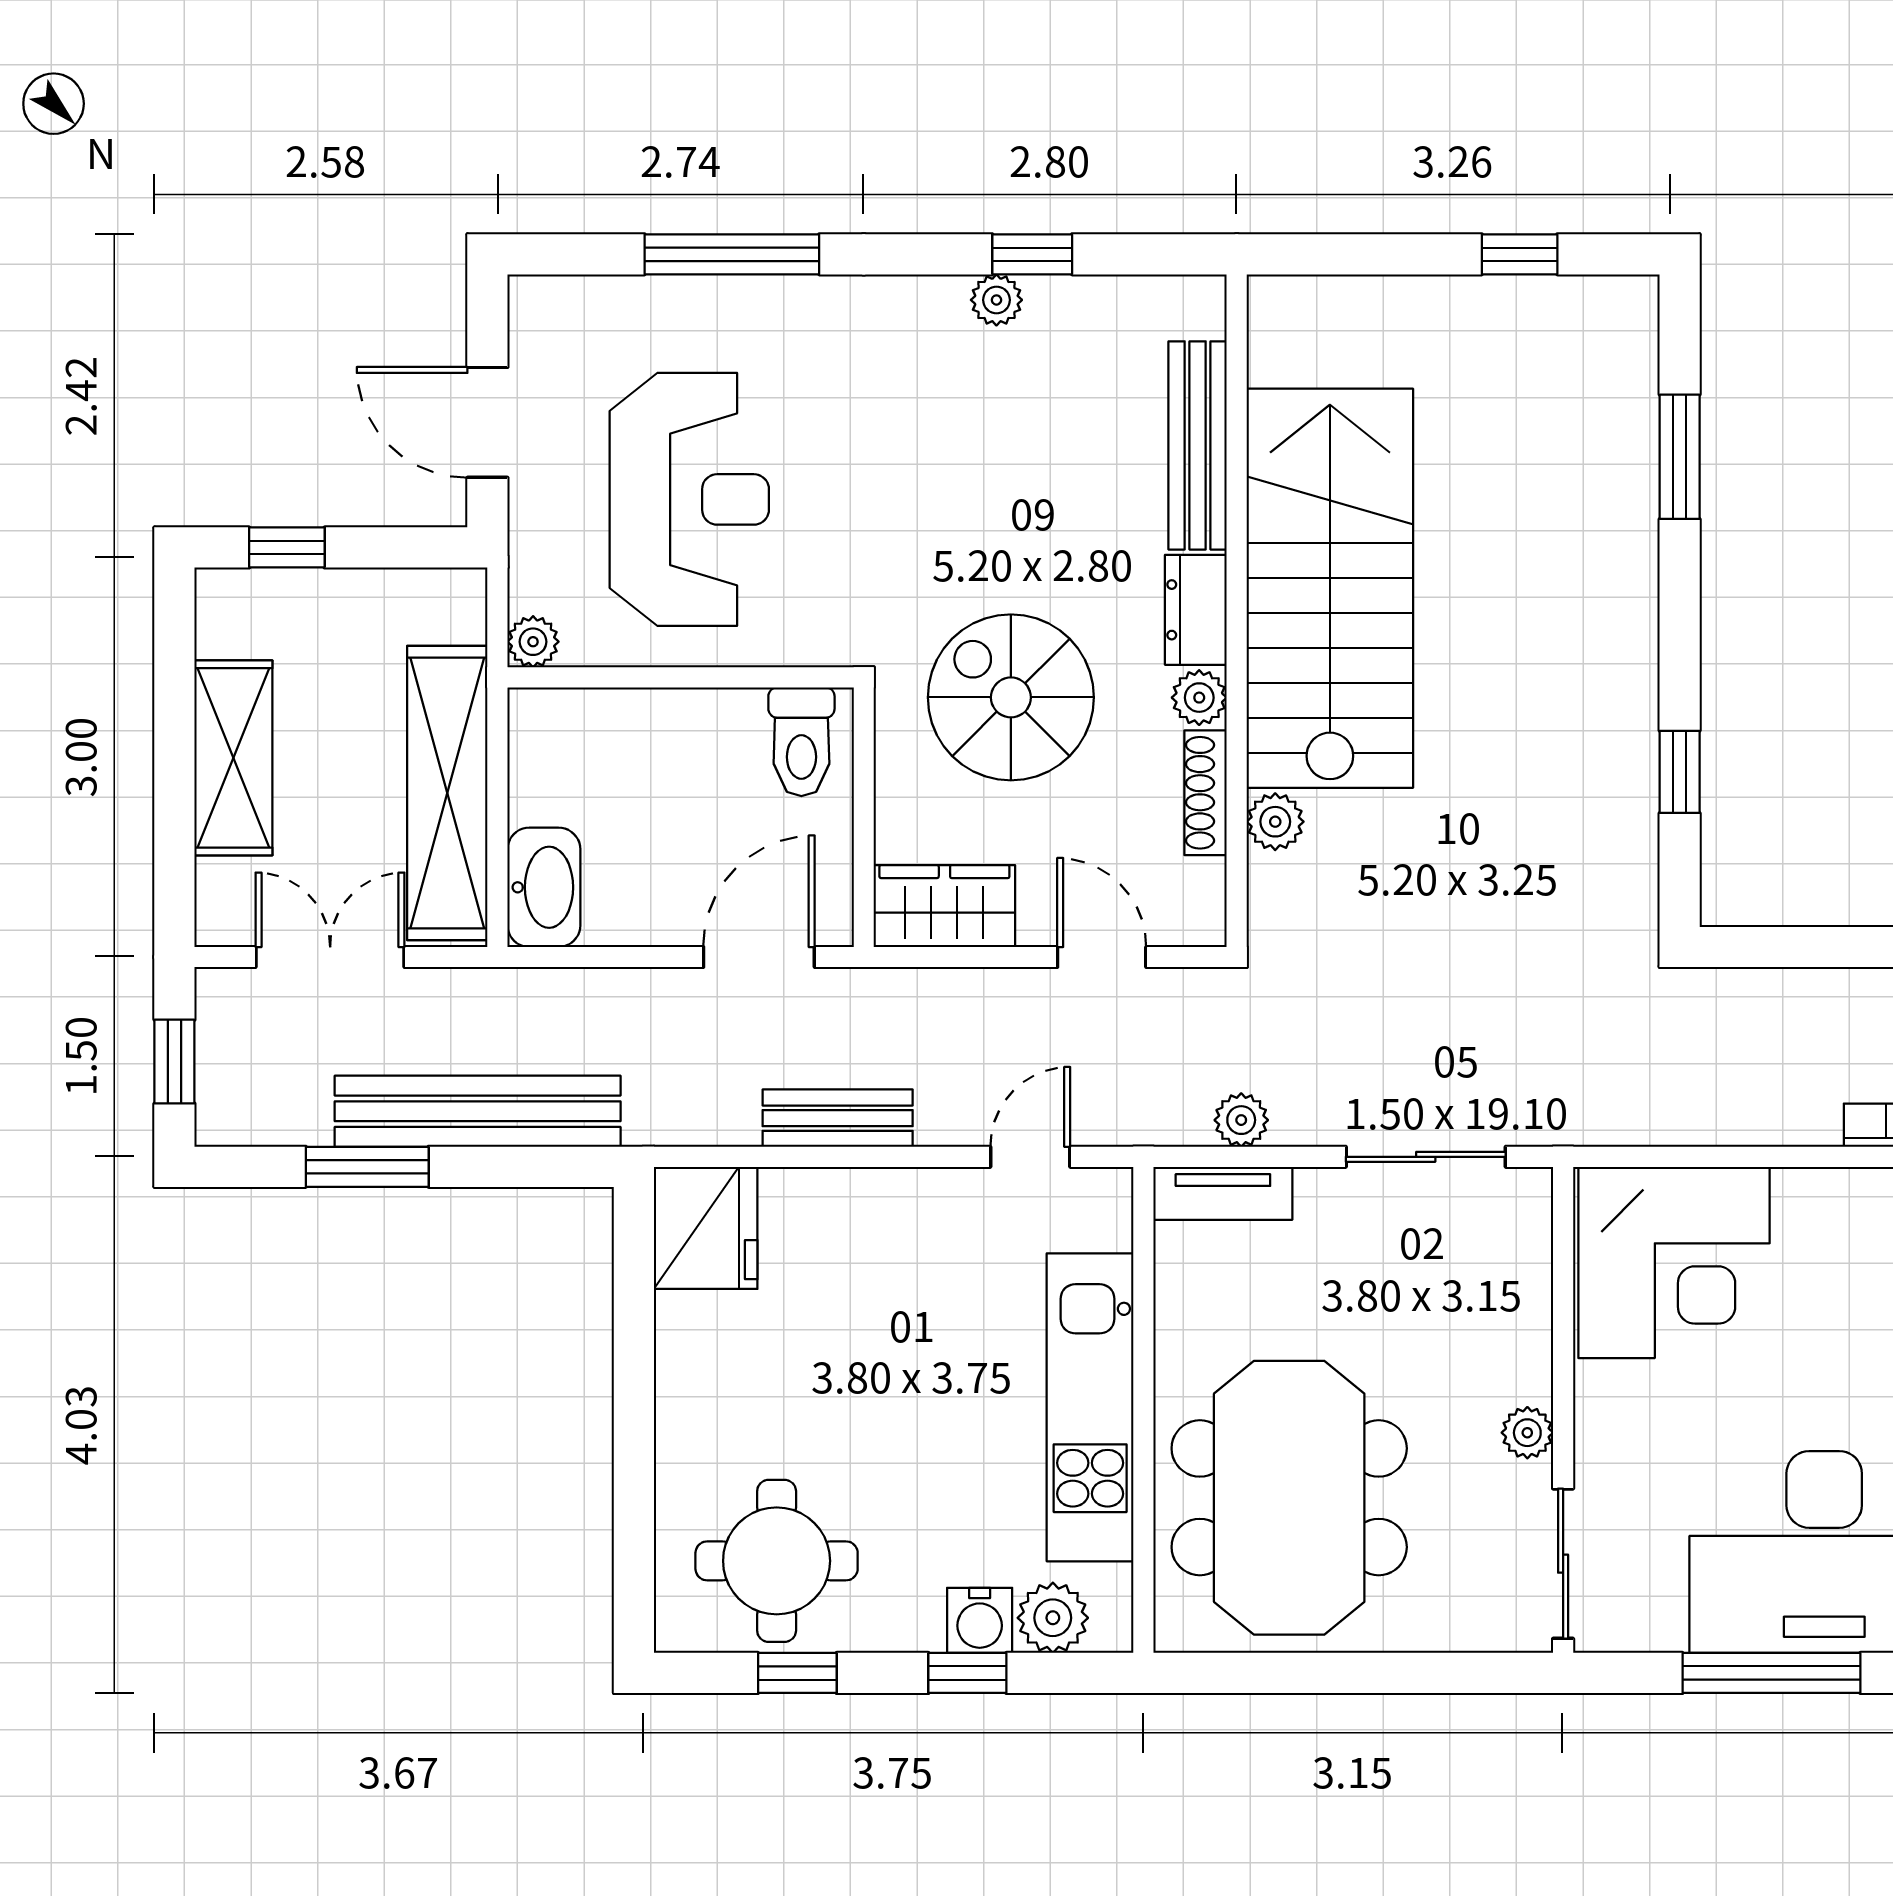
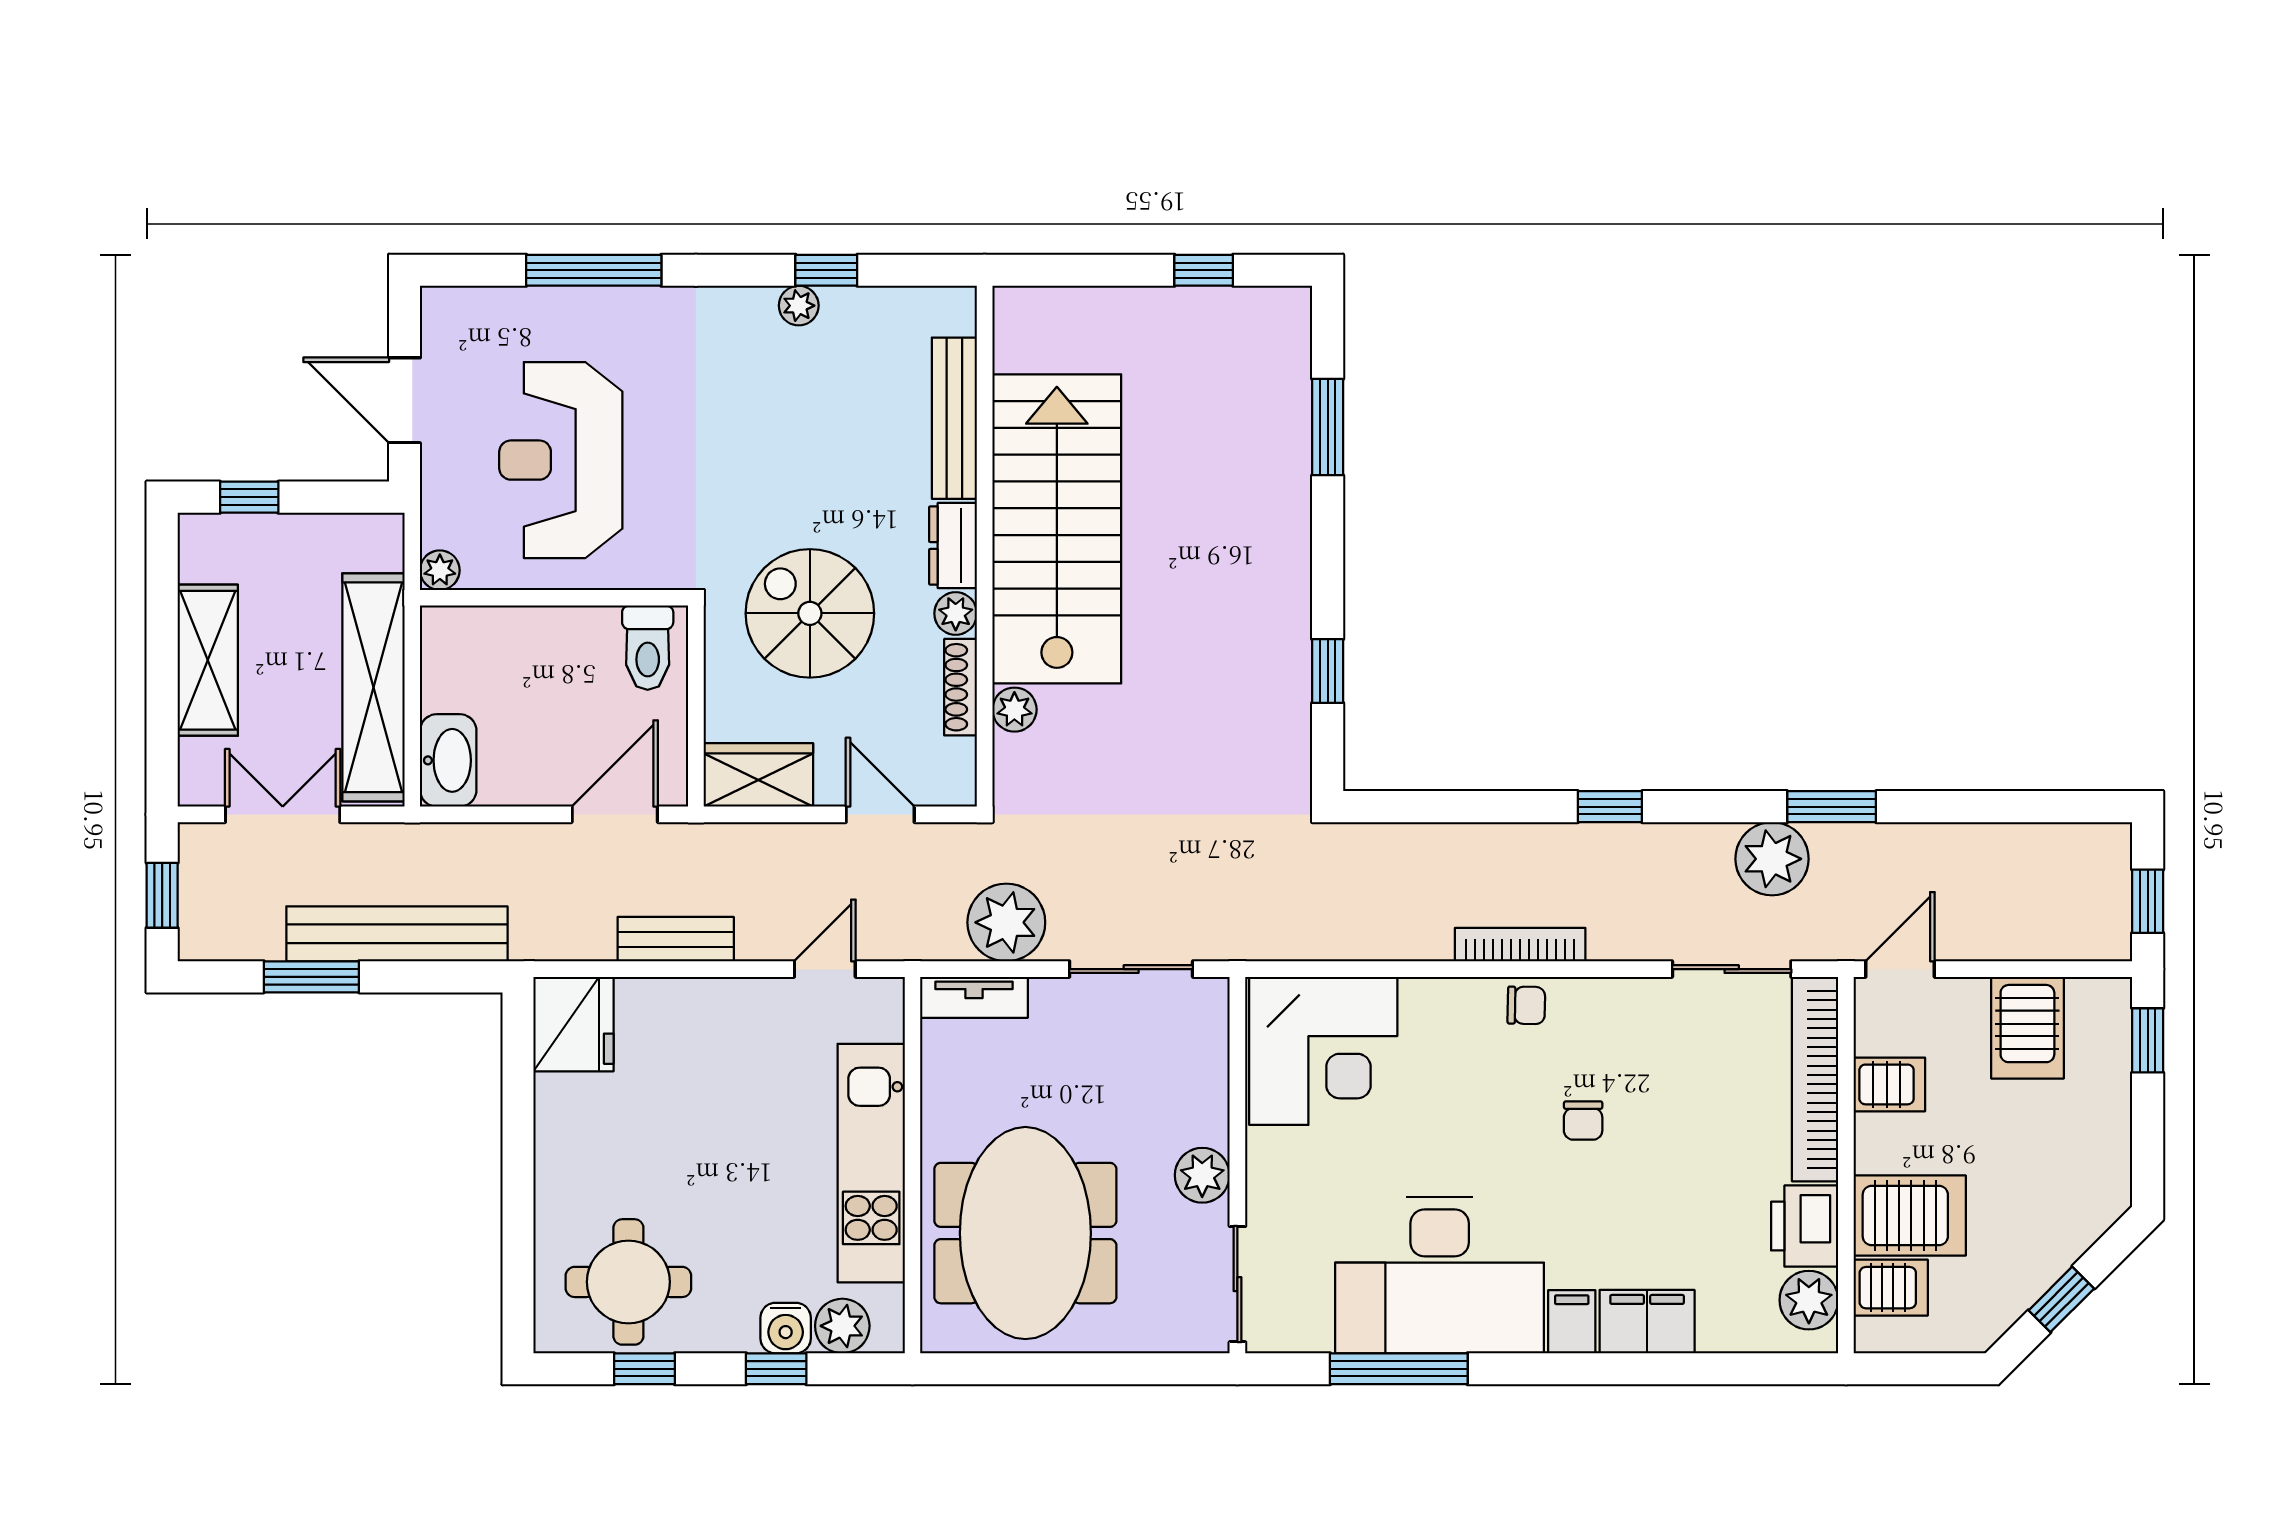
reception desk: (689, 499) -> (561, 460), turned 180
plant: (1241, 1120) -> (1006, 922), width x1.88, depth x1.88
plant: (1527, 1433) -> (1202, 1175), width x1.38, depth x1.38

